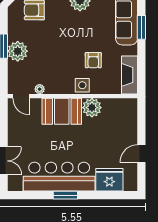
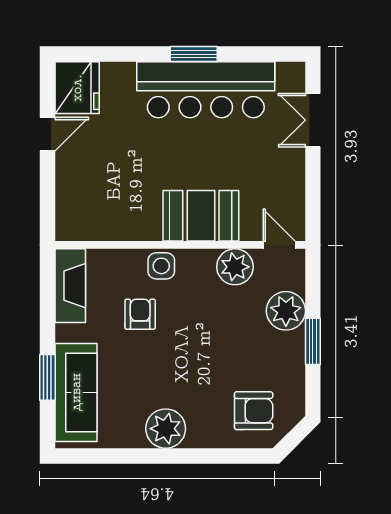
plant: (18, 51) -> (286, 311), moved
plant: (40, 89) -> (235, 267), width x1.88, depth x1.88
plant: (92, 108) -> (143, 223), removed
fridge: (109, 180) -> (77, 88), moved, turned -90

